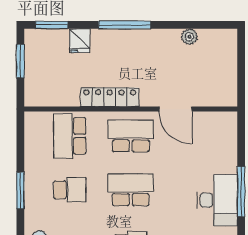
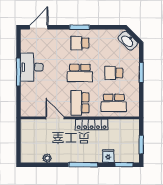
school desk: (70, 136) -> (114, 103), turned 90
school desk: (131, 136) -> (80, 103), turned 90

